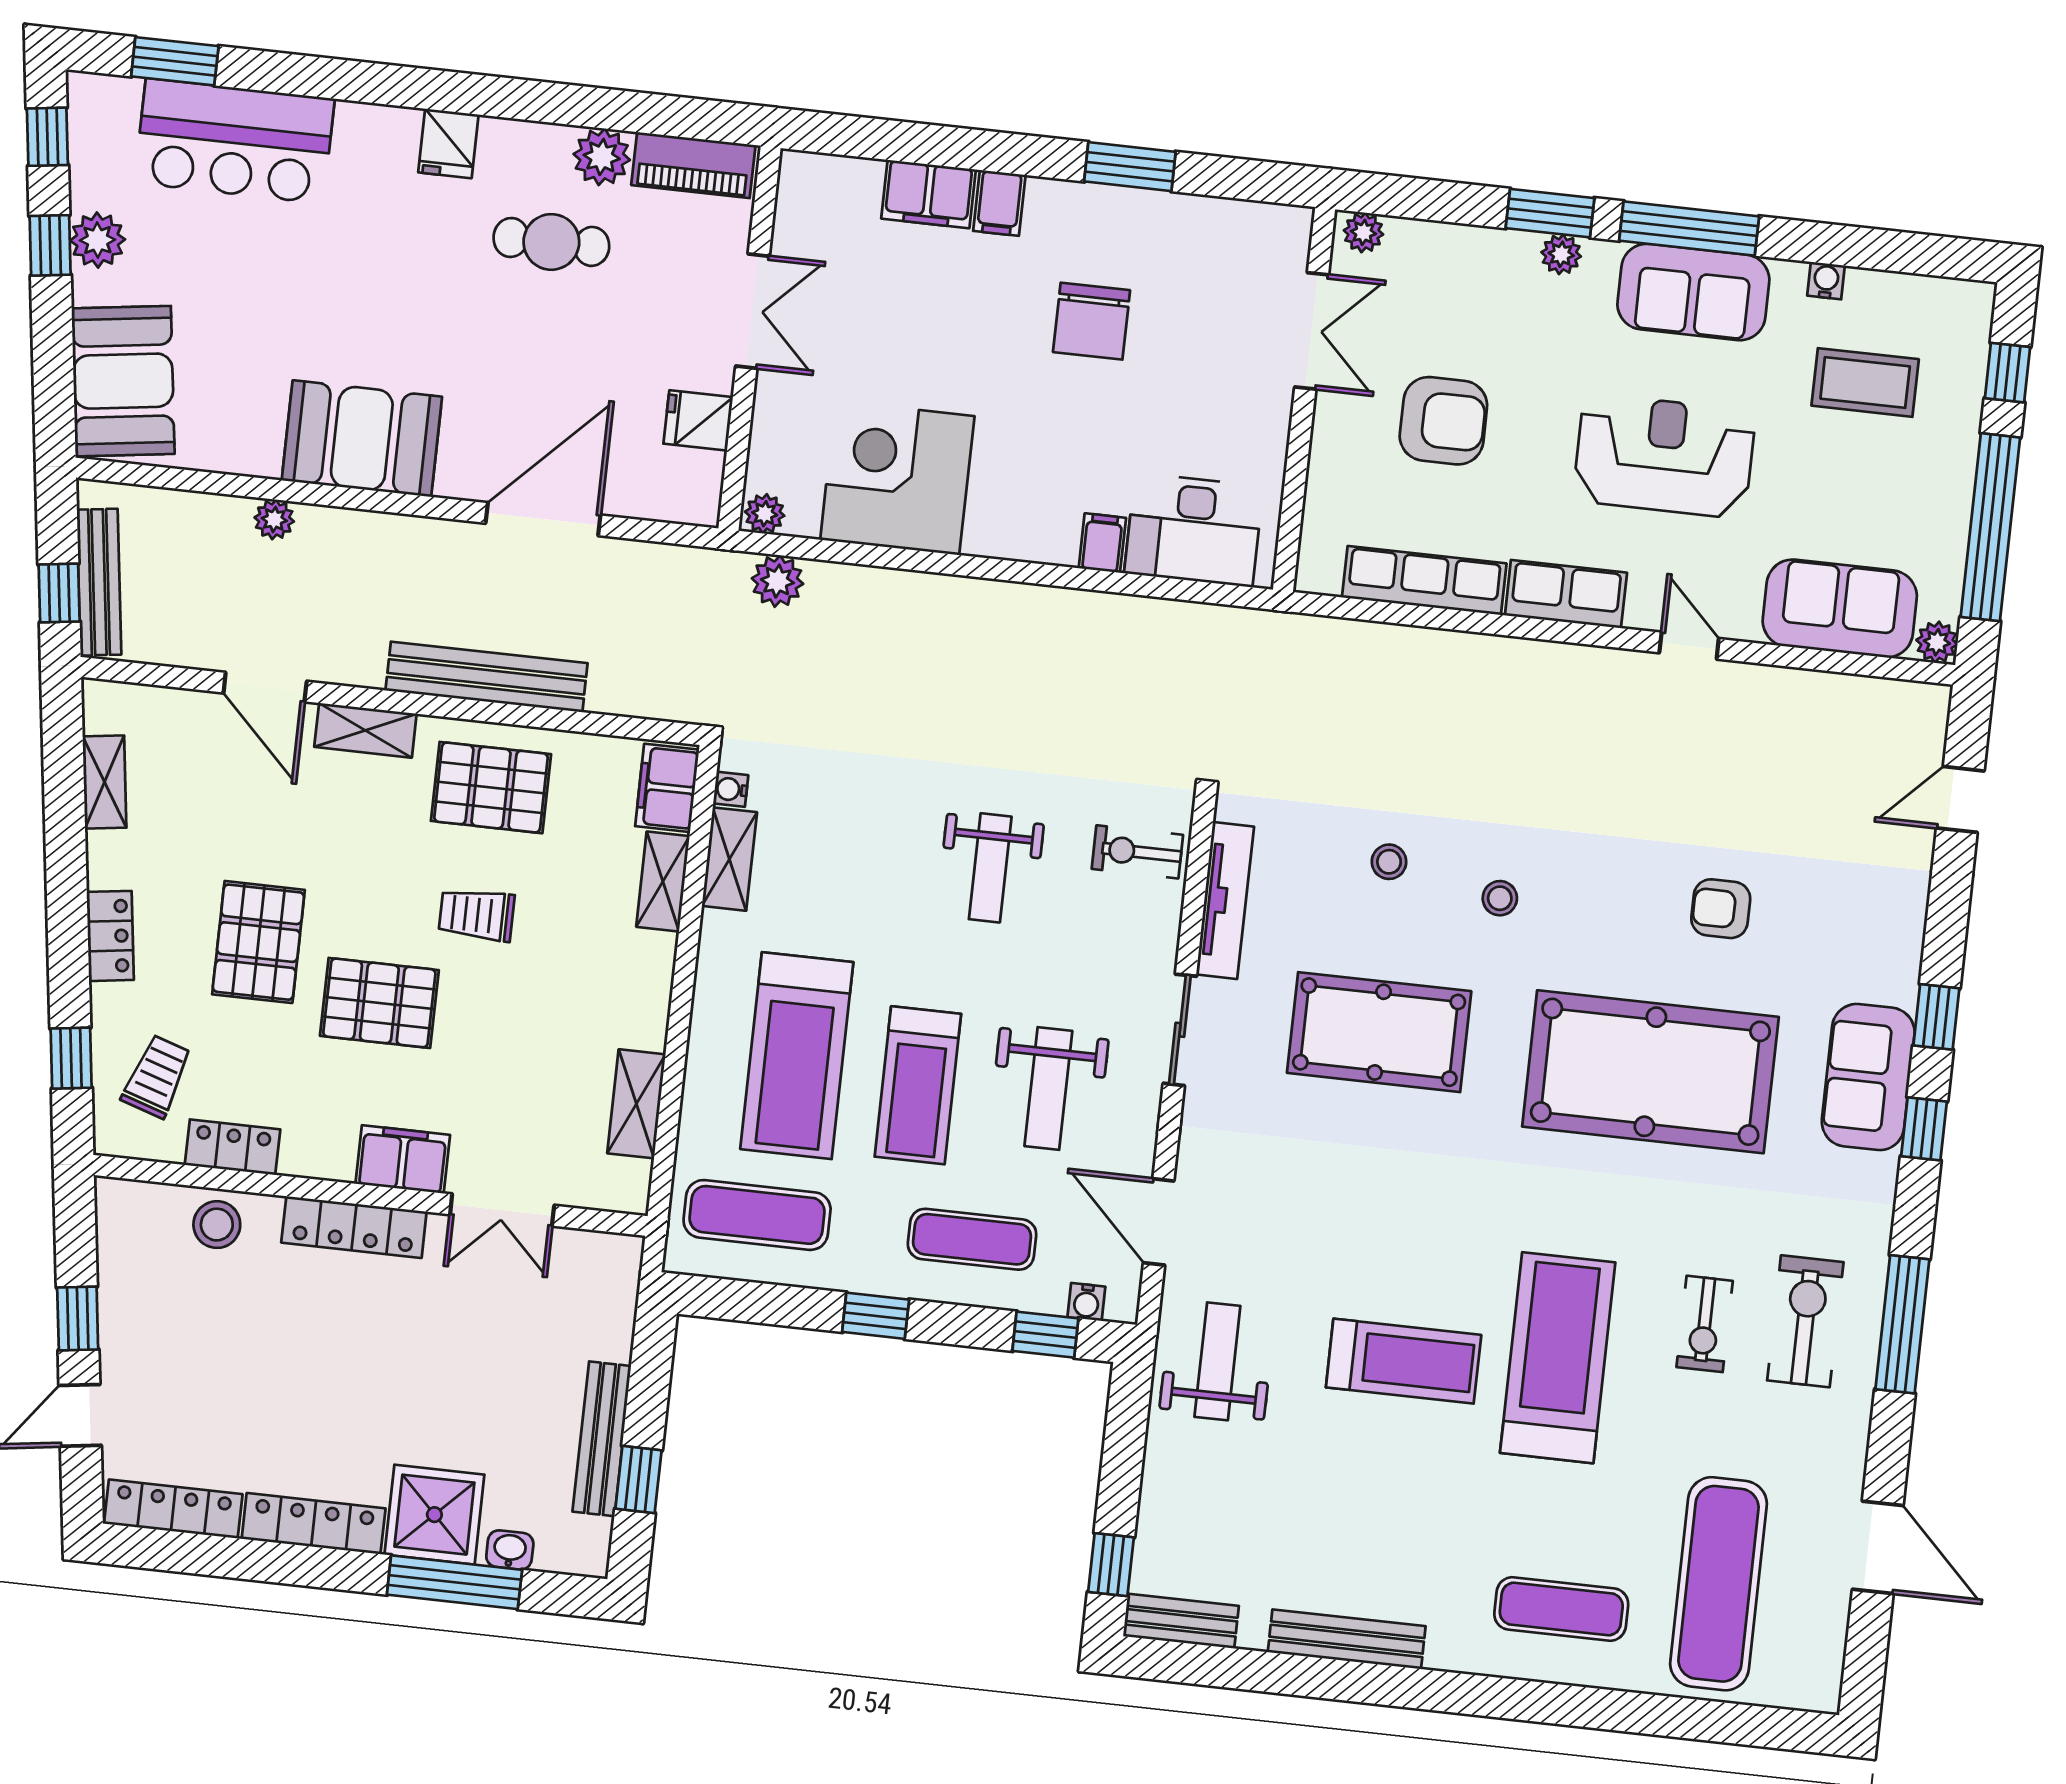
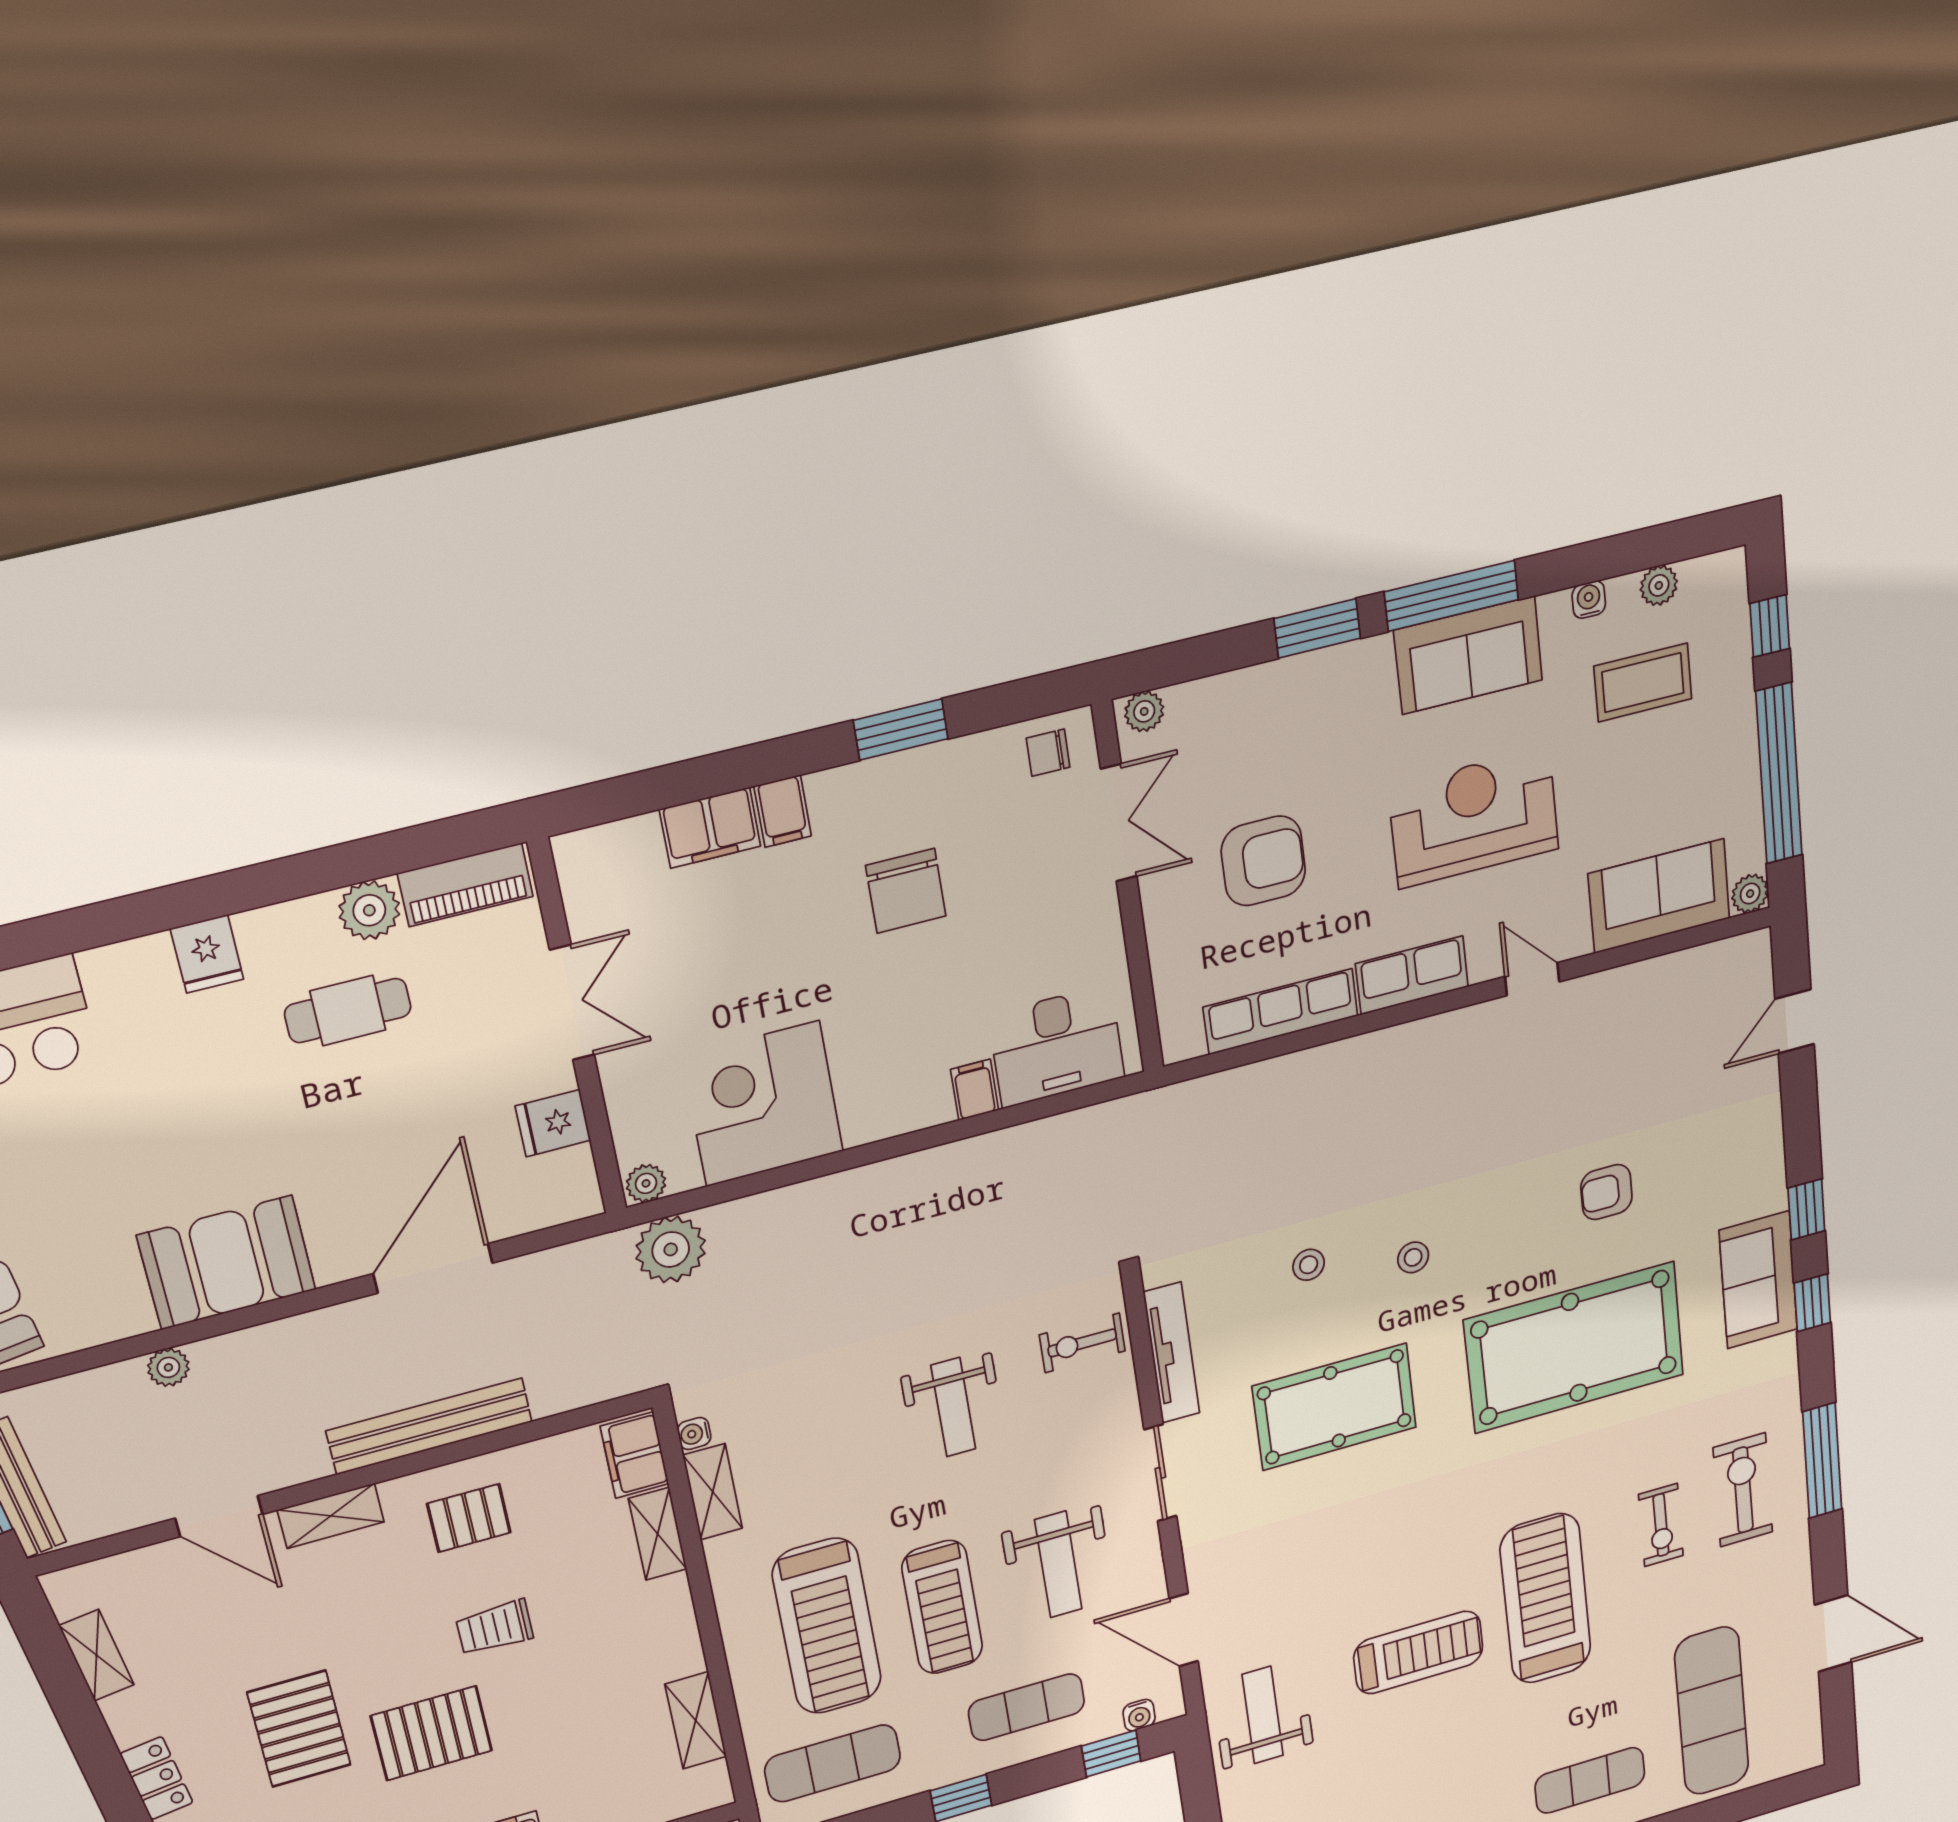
chair: (1262, 239) -> (1048, 753), added
plant: (1561, 254) -> (1659, 585), moved
plant: (777, 581) -> (671, 1249), width x1.36, depth x1.36
pallet: (491, 788) -> (469, 1518), width x0.67, depth x0.71

